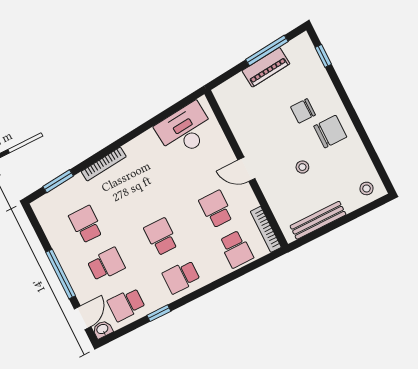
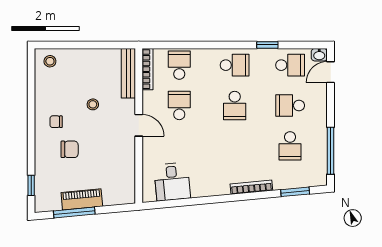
desk: (185, 130) -> (172, 182), width x0.73
chair: (330, 132) -> (56, 122), width x0.54, depth x0.54
school desk: (216, 209) -> (179, 105), turned 180
bench: (318, 220) -> (128, 73), moved, turned 90
window: (61, 274) -> (331, 151), moved

